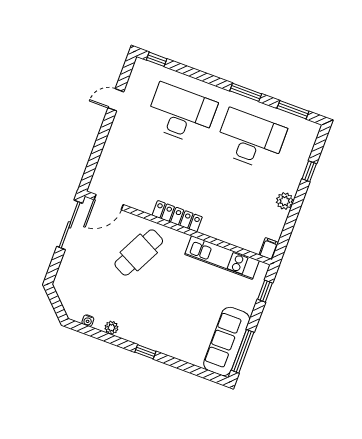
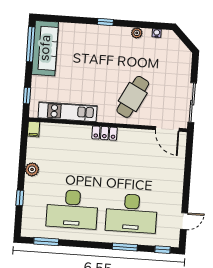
window: (246, 92) -> (125, 247), moved
door: (116, 100) -> (184, 221), moved
door: (109, 202) -> (167, 129), swing flipped
locker: (177, 216) -> (105, 133), width x0.66

